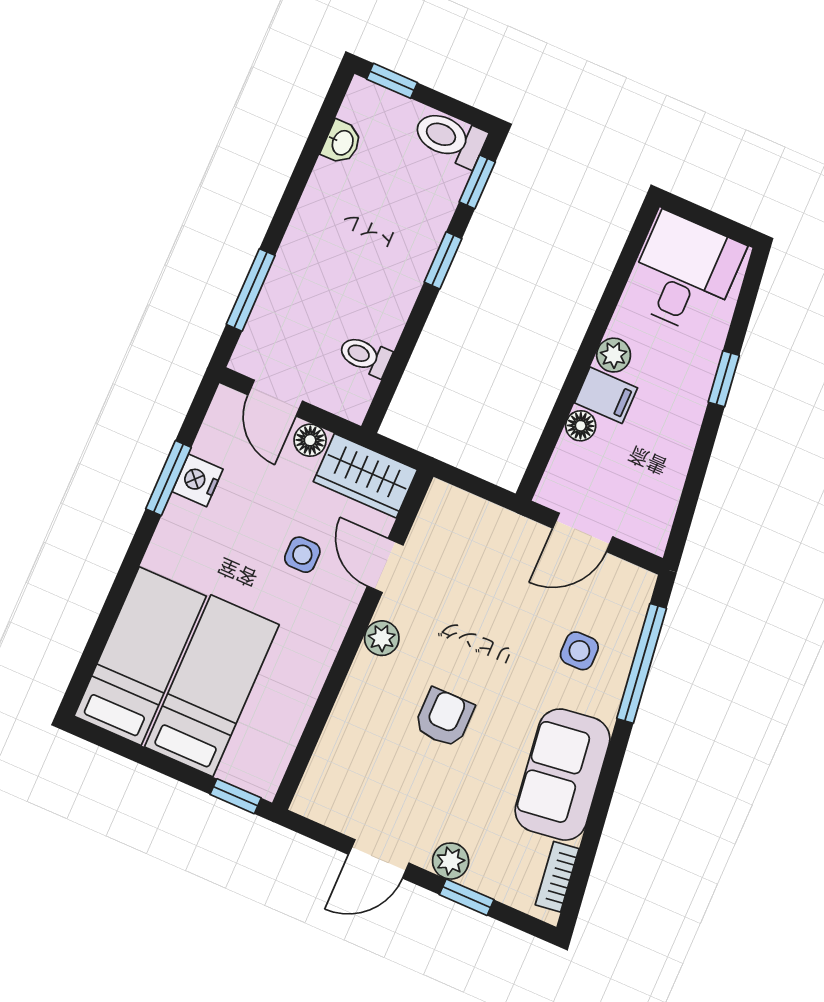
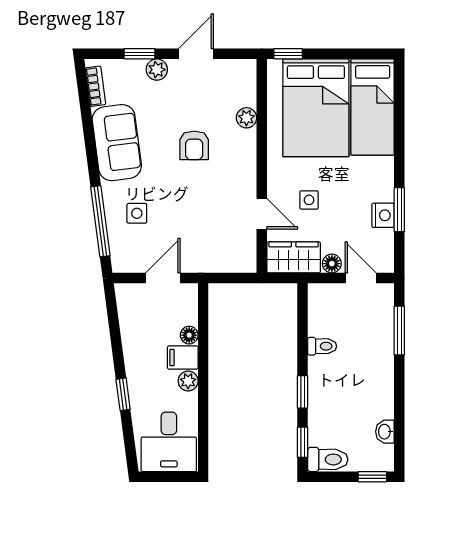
toilet: (365, 356) -> (322, 346), moved
plant: (382, 638) -> (246, 118), moved
bed: (212, 686) -> (316, 108), width x1.50

